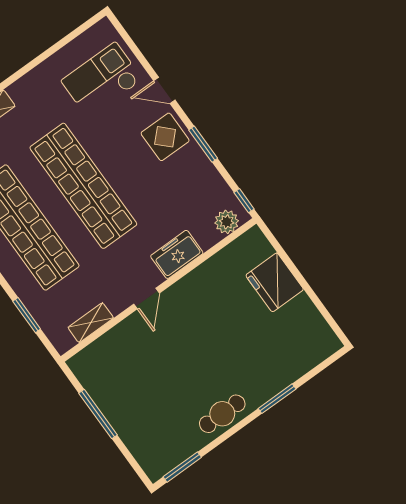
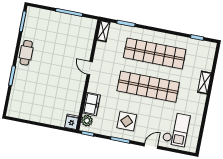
display table: (165, 137) -> (127, 121), moved
freezer: (177, 254) -> (91, 104), moved
fridge: (275, 282) -> (72, 122), moved, width x0.53, depth x0.75
shelving: (91, 323) -> (103, 31), moved

